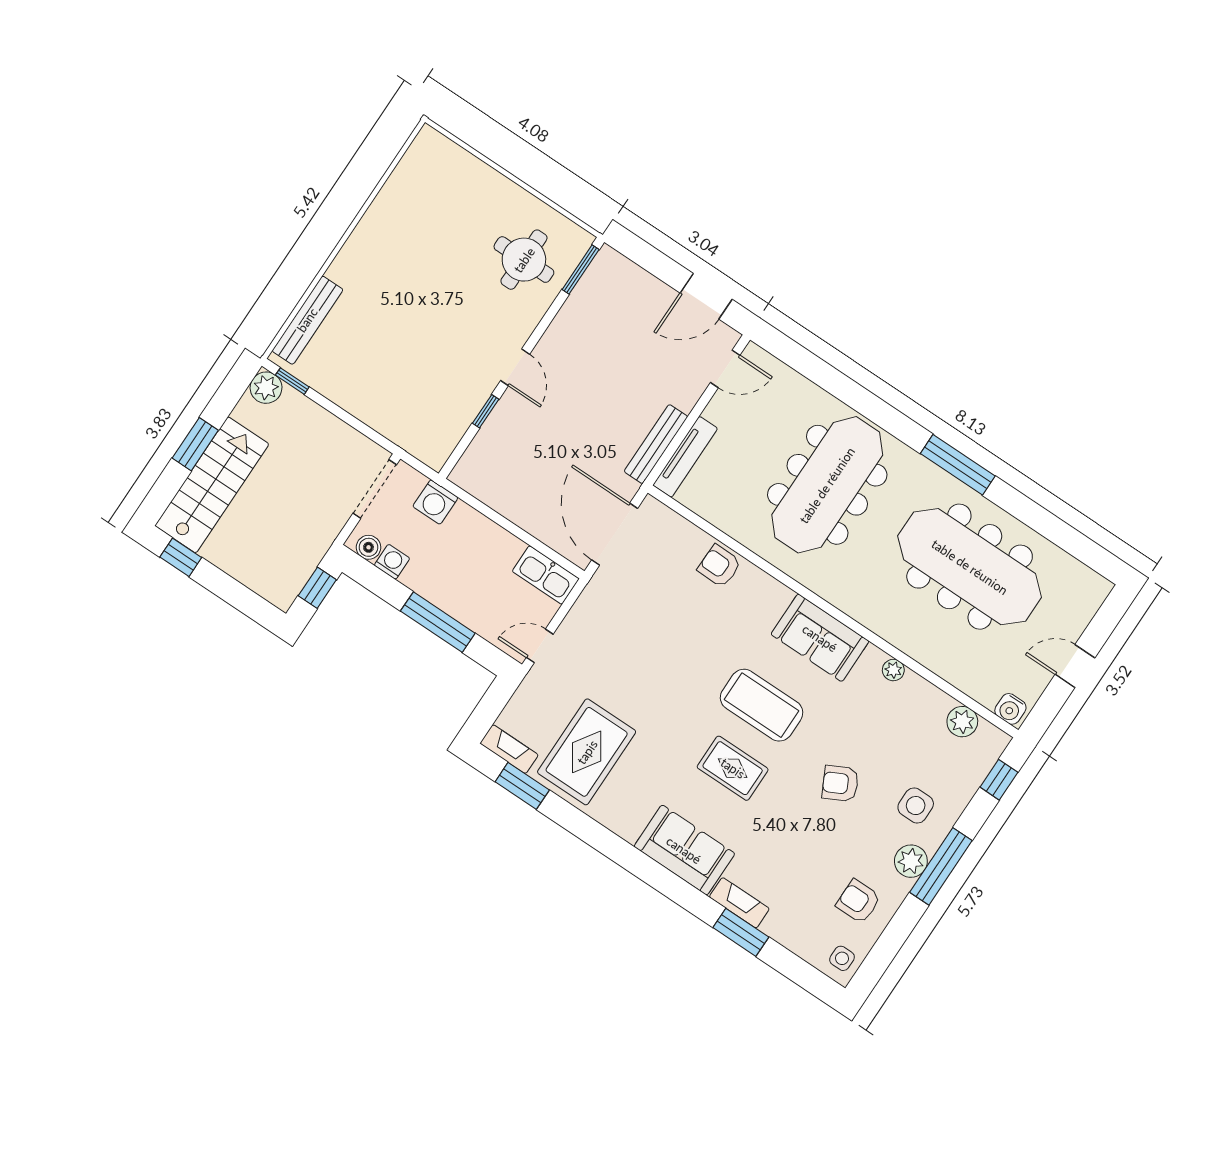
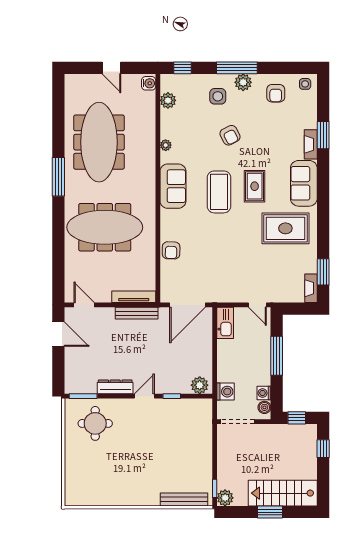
dresser: (561, 331) -> (115, 387), added
plant: (473, 467) -> (200, 385), added
window: (181, 557) -> (323, 449), moved
rug: (587, 752) -> (285, 228), moved

